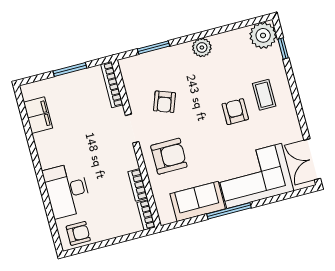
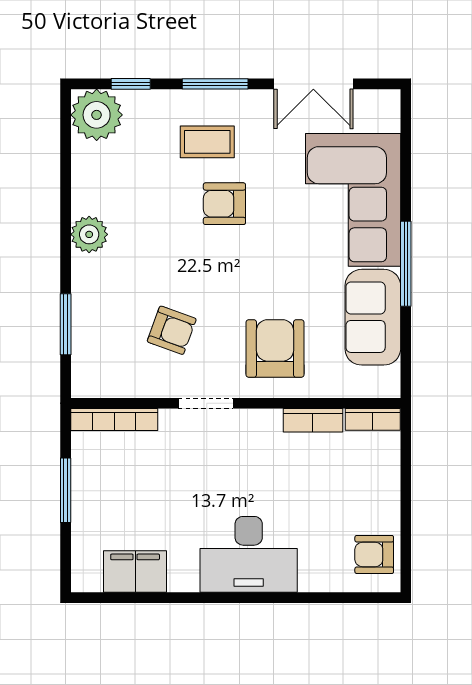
window: (294, 91) -> (215, 84), added
double door: (312, 159) -> (313, 84), moved
desk: (67, 190) -> (249, 554), moved
armchair: (78, 233) -> (374, 554), turned -90

